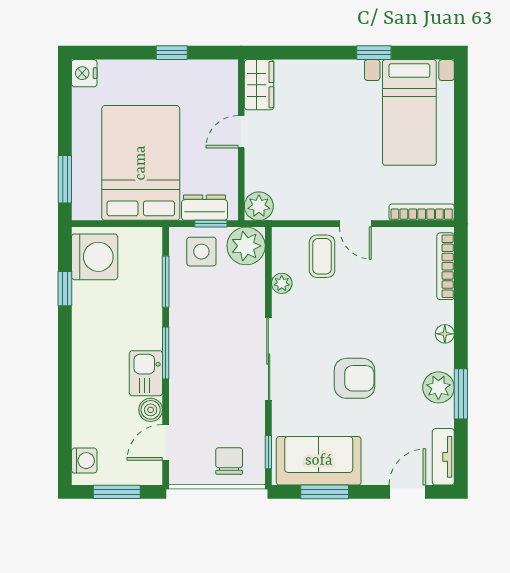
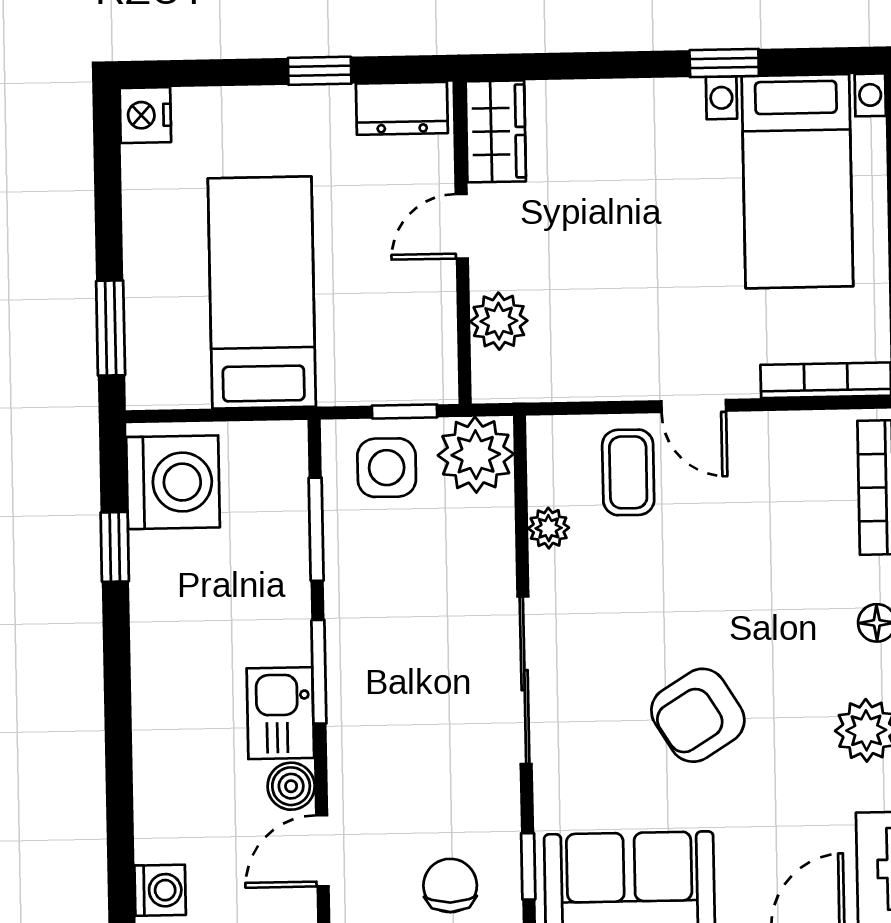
bed: (141, 163) -> (262, 293), width x0.67
plant: (259, 206) -> (499, 321), moved
dresser: (204, 208) -> (402, 108), moved, turned 180
armchair: (354, 378) -> (698, 715), turned 148

